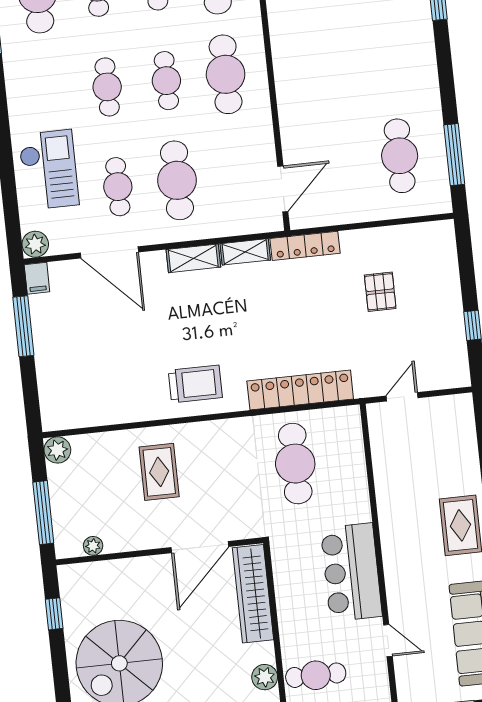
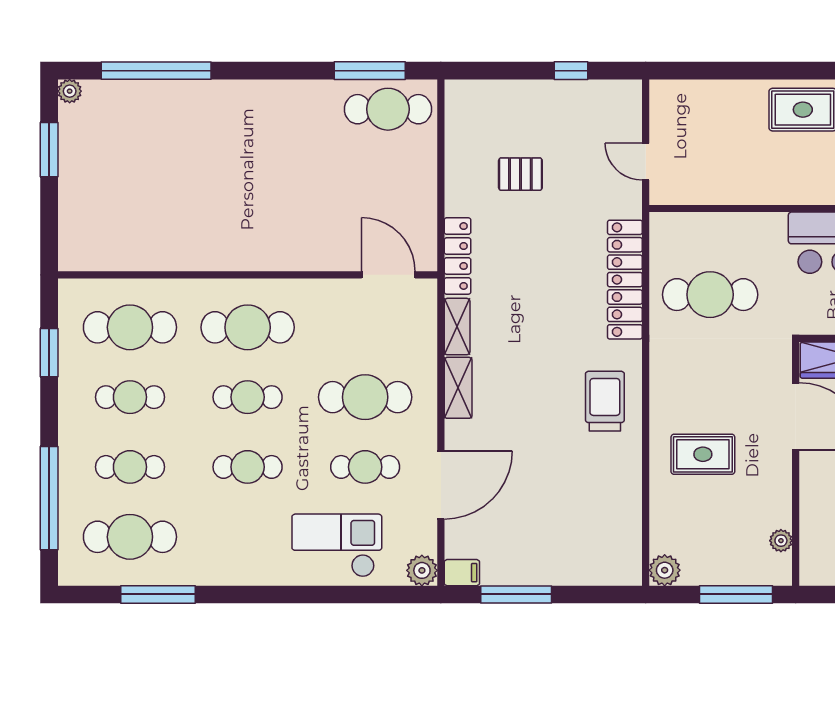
cafe table: (400, 156) -> (388, 109), moved

